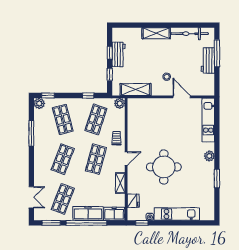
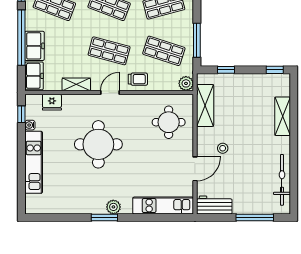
shelving: (156, 33) -> (283, 116), moved
window: (110, 53) -> (275, 70), moved
workbench: (119, 54) -> (253, 82), removed
workbench: (208, 61) -> (214, 205), moved
window: (88, 95) -> (197, 40), width x2.17
round table: (148, 116) -> (169, 122), added
door: (126, 159) -> (110, 92), swing flipped
window: (217, 179) -> (104, 218), moved
freezer: (88, 213) -> (34, 46), width x0.71

